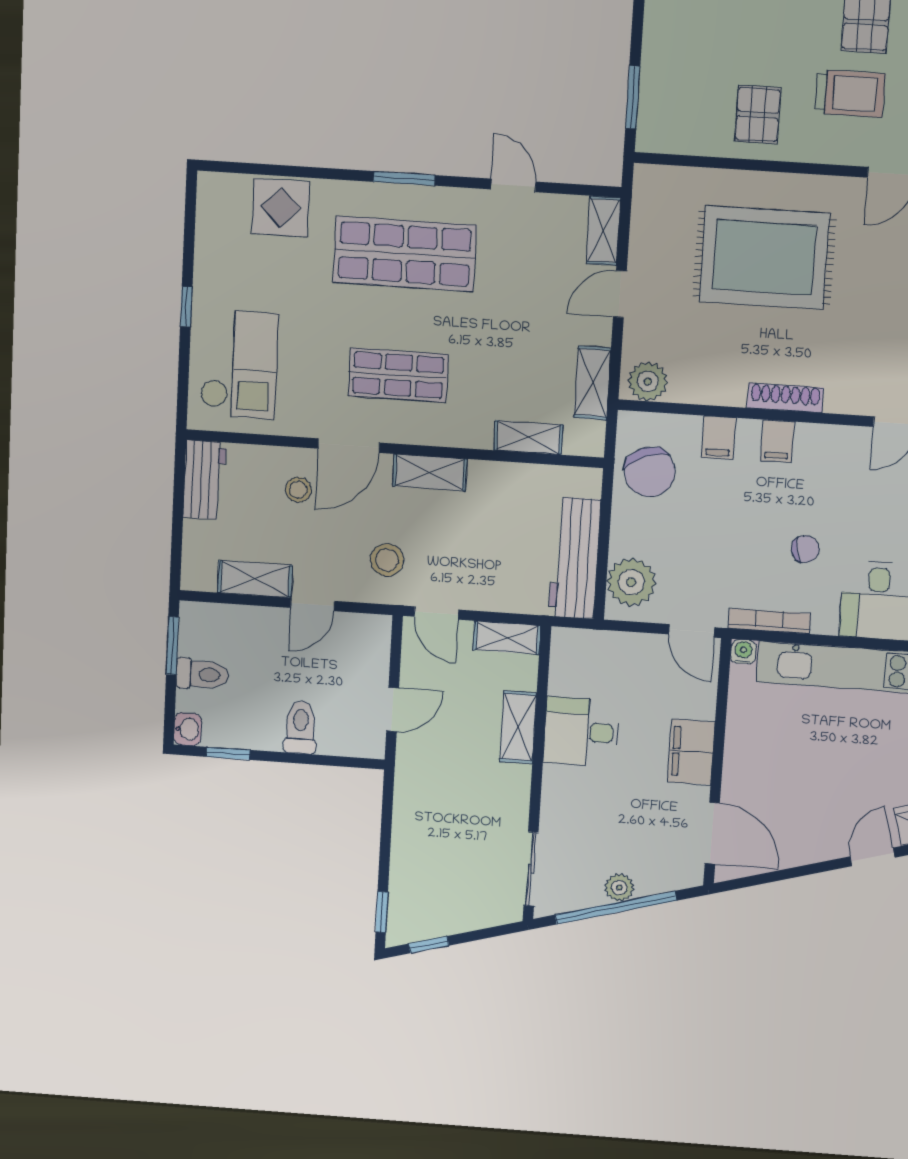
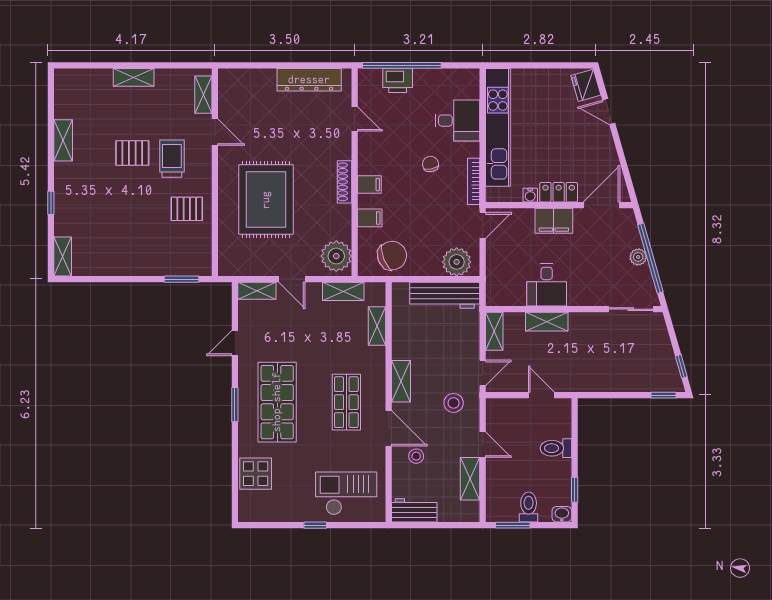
plant: (648, 381) -> (336, 256), width x1.36, depth x1.36
water cooler: (743, 652) -> (530, 195), moved, turned -90
locker: (740, 763) -> (559, 192), added

